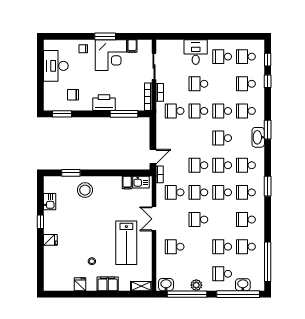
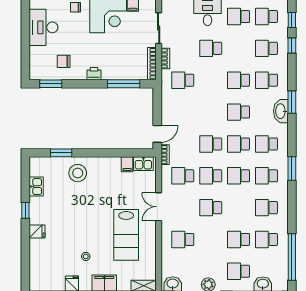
printer: (104, 103) -> (94, 74), width x0.53, depth x0.68
school desk: (198, 111) -> (211, 80), removed

